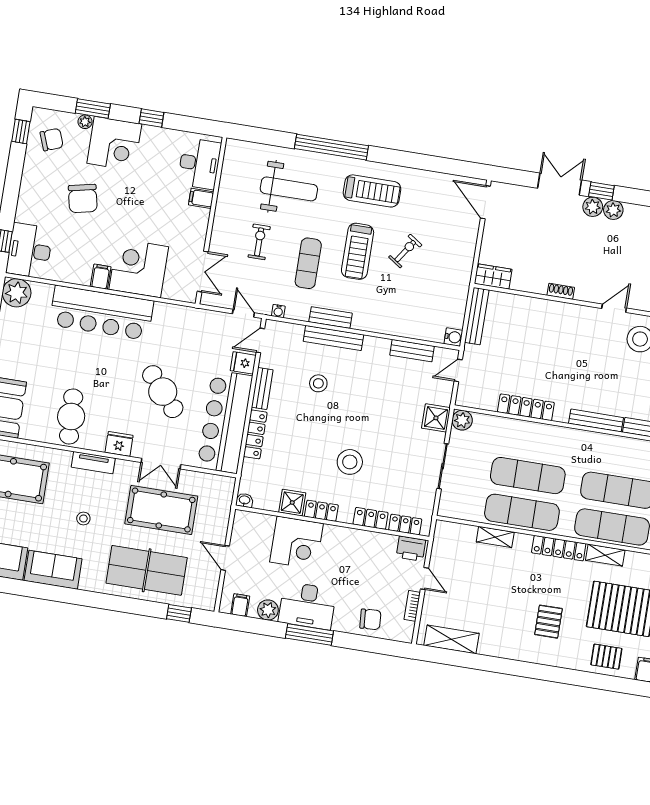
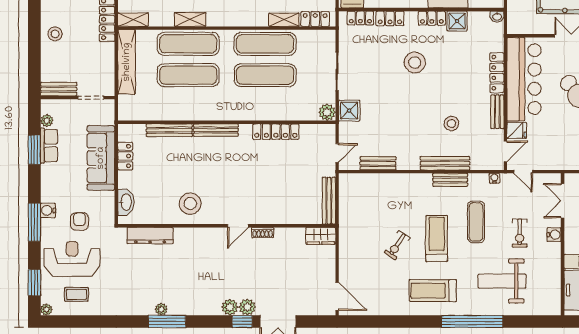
door: (614, 308) -> (238, 226), moved
water cooler: (453, 337) -> (554, 235), moved, turned 180
locker: (559, 548) -> (315, 19), moved, width x0.66

